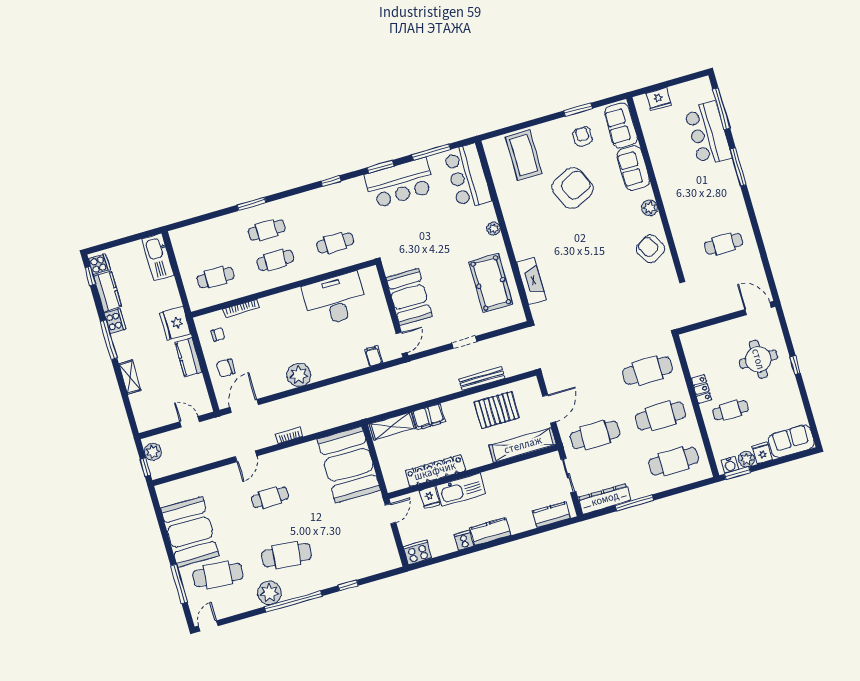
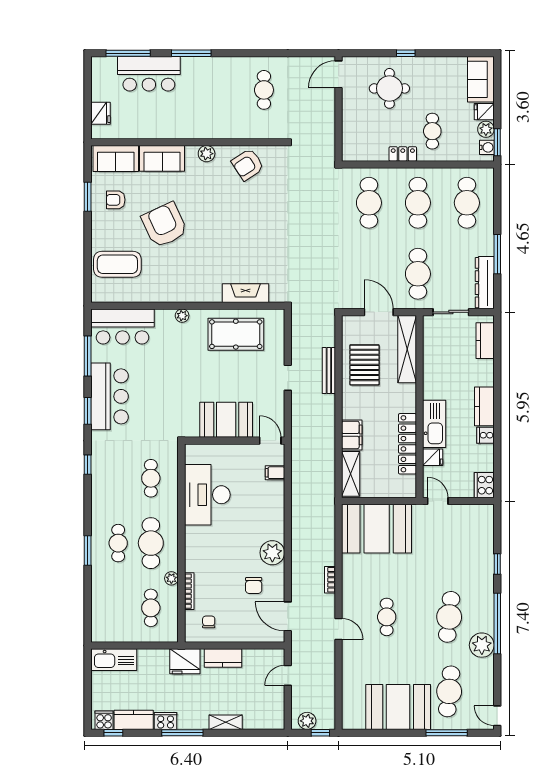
cafe table: (275, 260) -> (151, 543), width x1.37, depth x1.35
plant: (248, 289) -> (171, 578), added
chair: (226, 368) -> (254, 586), moved

